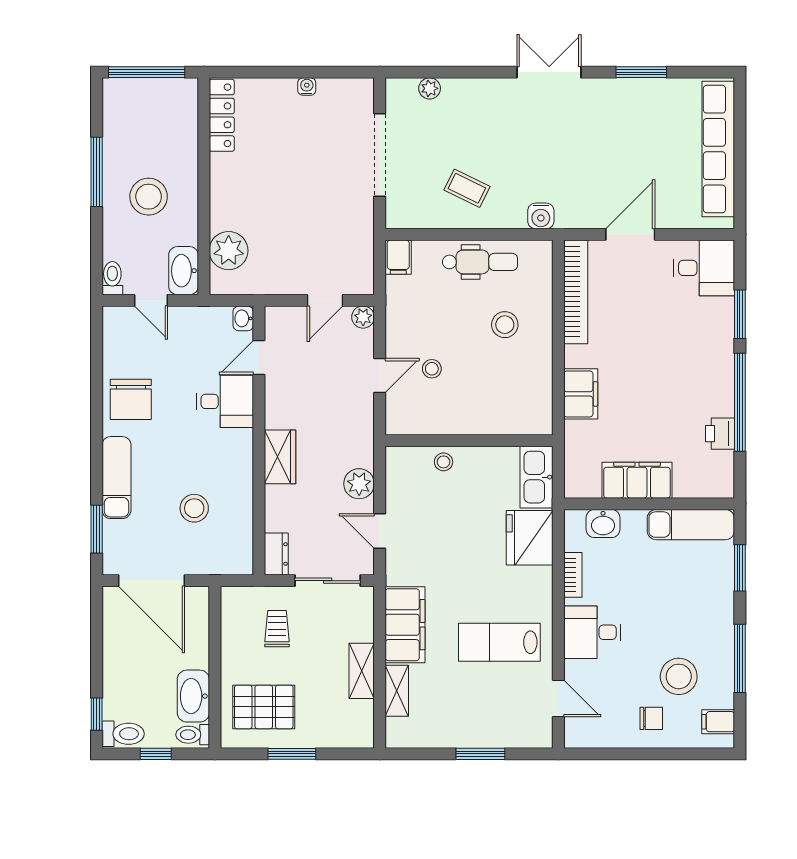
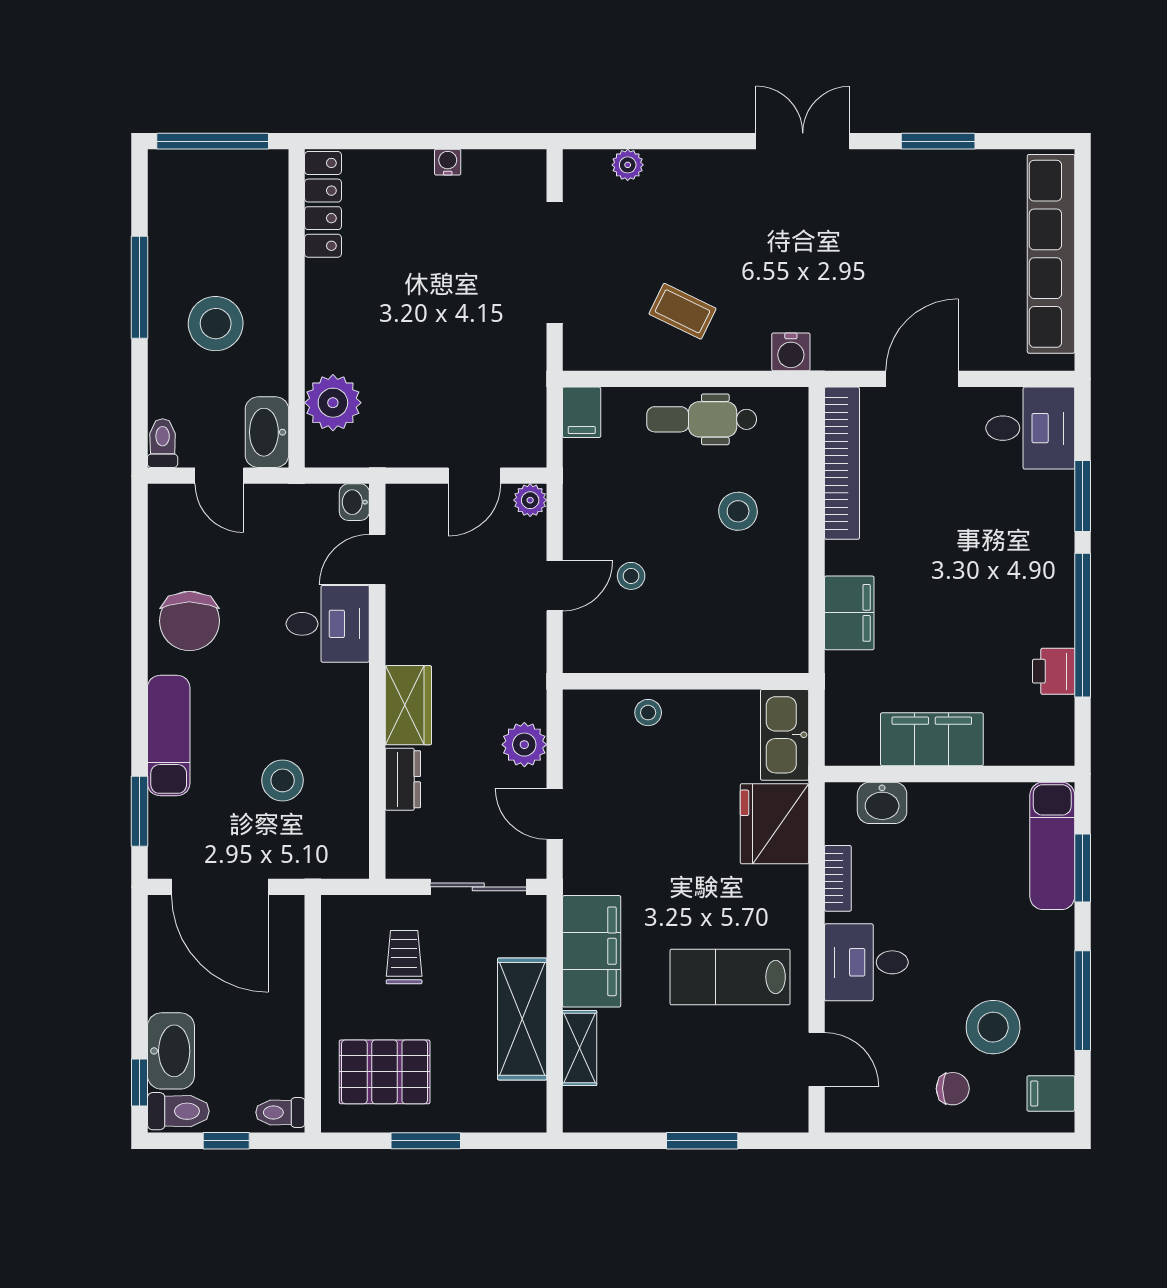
dental chair: (480, 262) -> (702, 419), turned 180
exam couch: (691, 525) -> (1052, 846), moved, turned 90
dresser: (276, 554) -> (403, 779), moved
shelving: (362, 671) -> (522, 1019), width x1.50, depth x1.33
washbasin: (193, 696) -> (171, 1051), moved, turned 180

